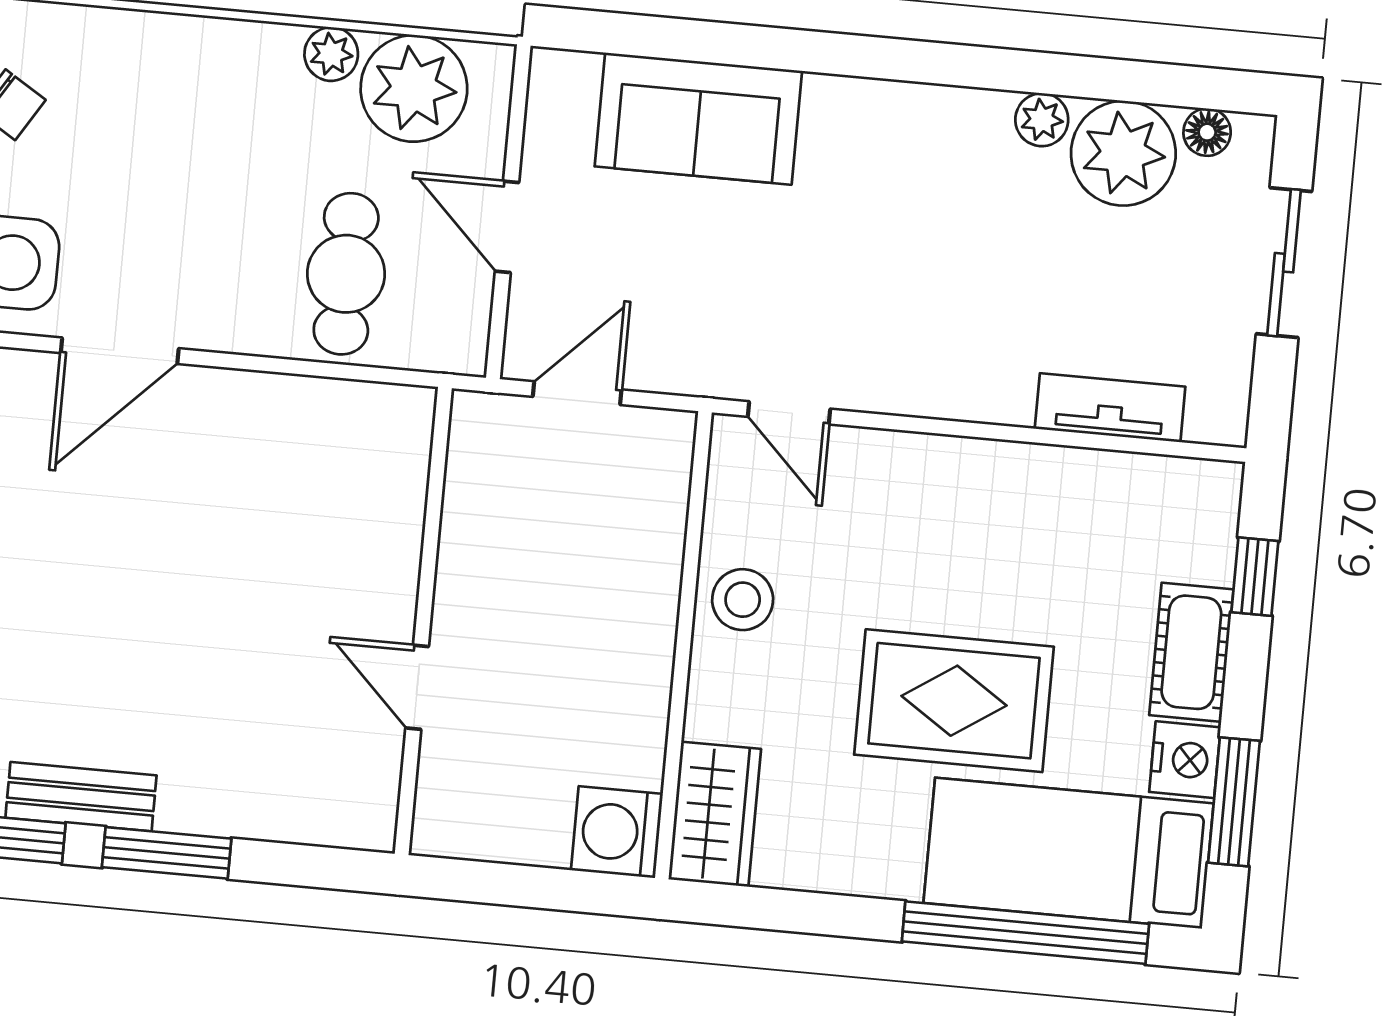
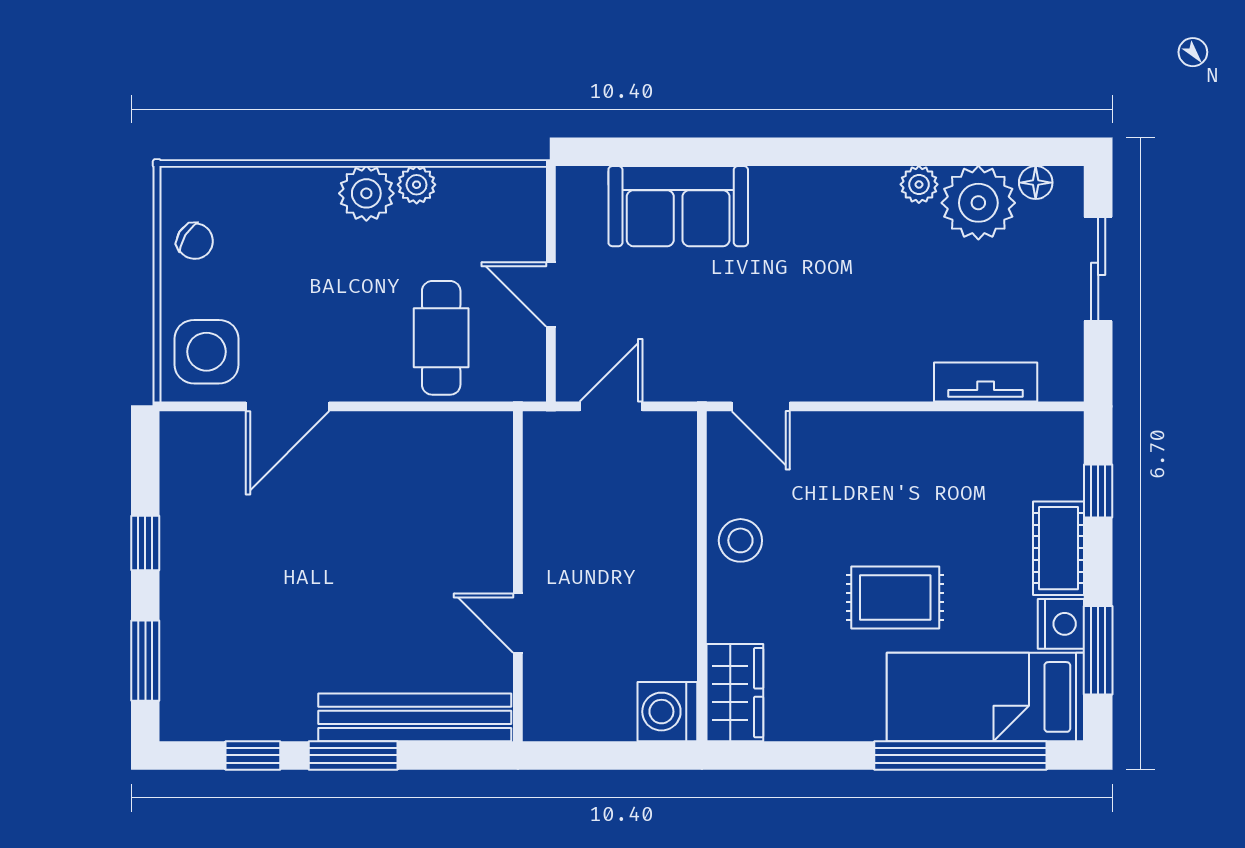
plant: (414, 88) -> (366, 193), moved, width x0.73, depth x0.73
rug: (954, 701) -> (895, 598), width x0.73, depth x0.70
bench: (81, 797) -> (415, 717), moved, width x1.86, depth x1.21

